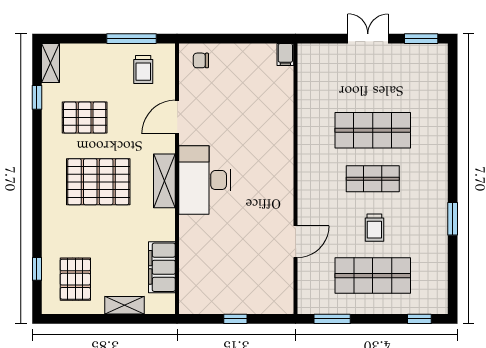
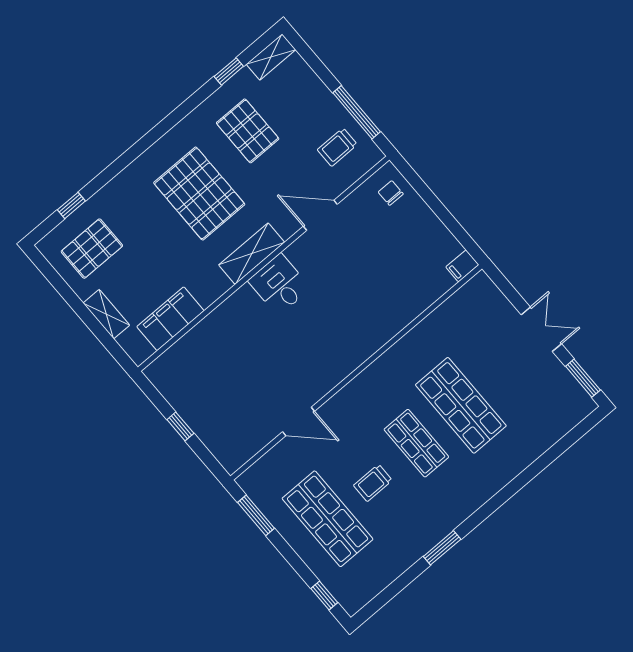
desk: (205, 180) -> (279, 284), width x0.53, depth x0.77

